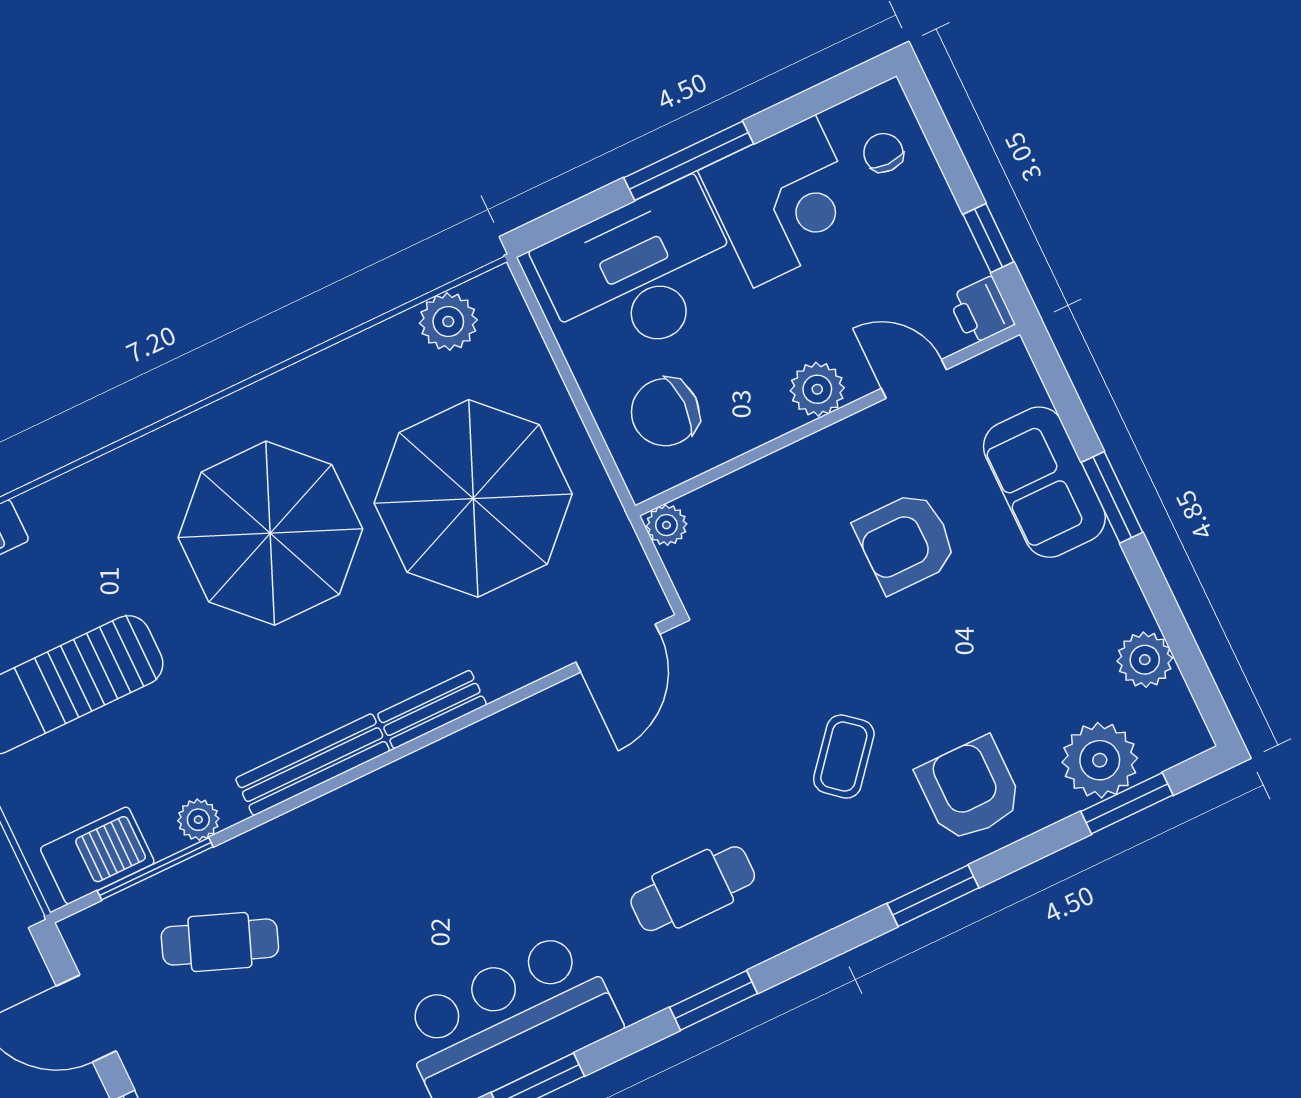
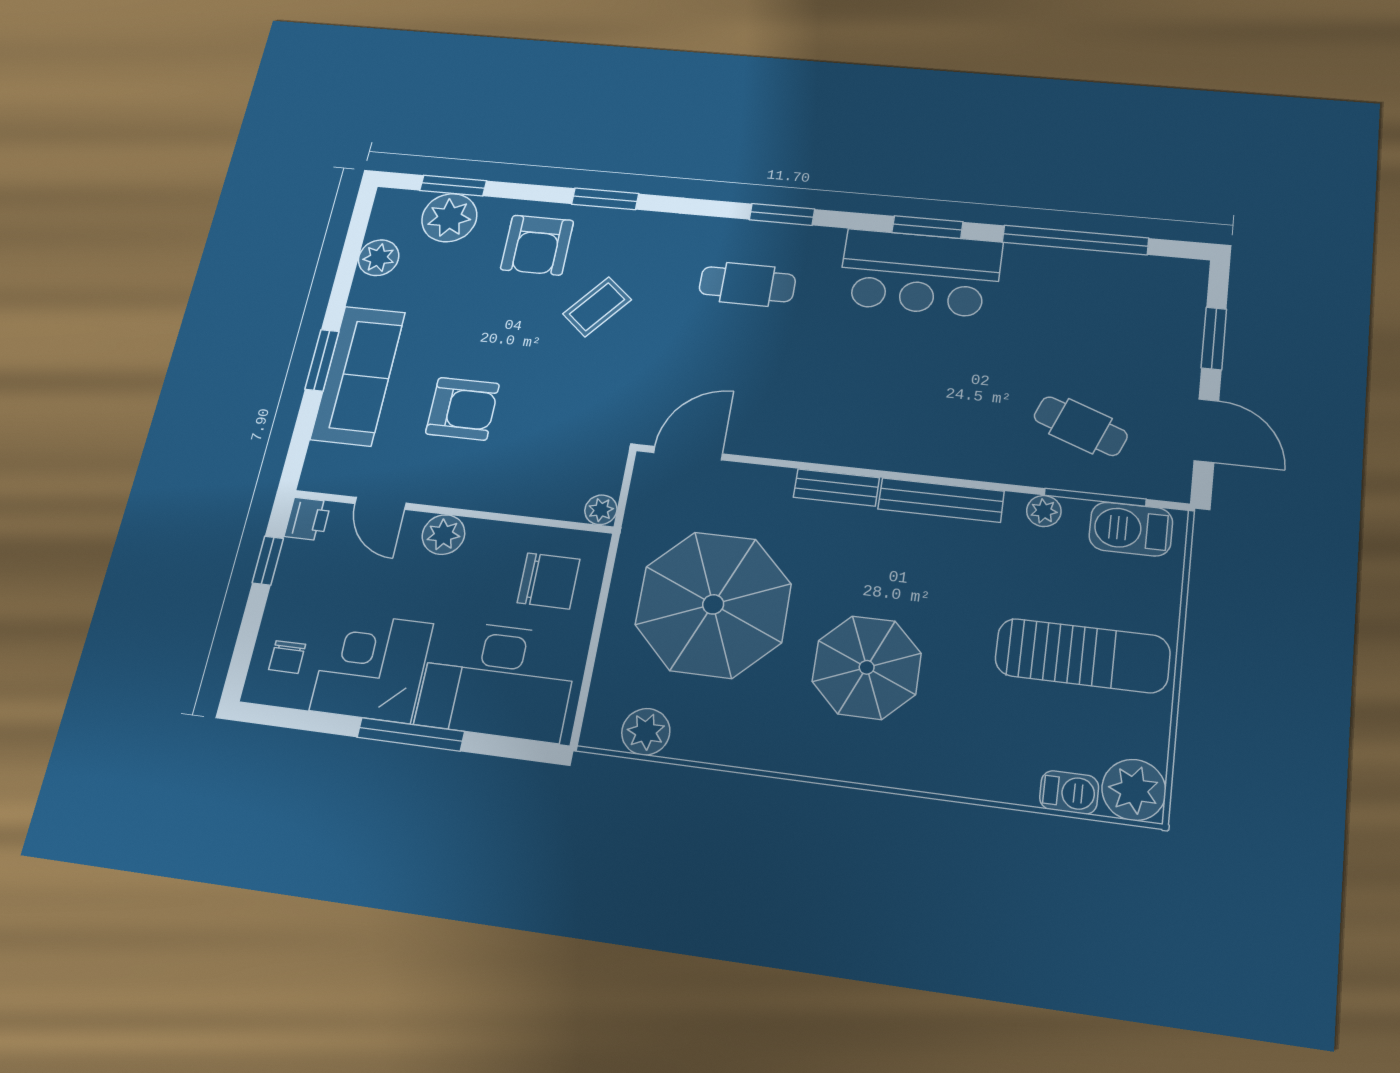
sofa: (1044, 482) -> (358, 375), width x1.36
parasol: (270, 533) -> (867, 667), width x0.73, depth x0.73

